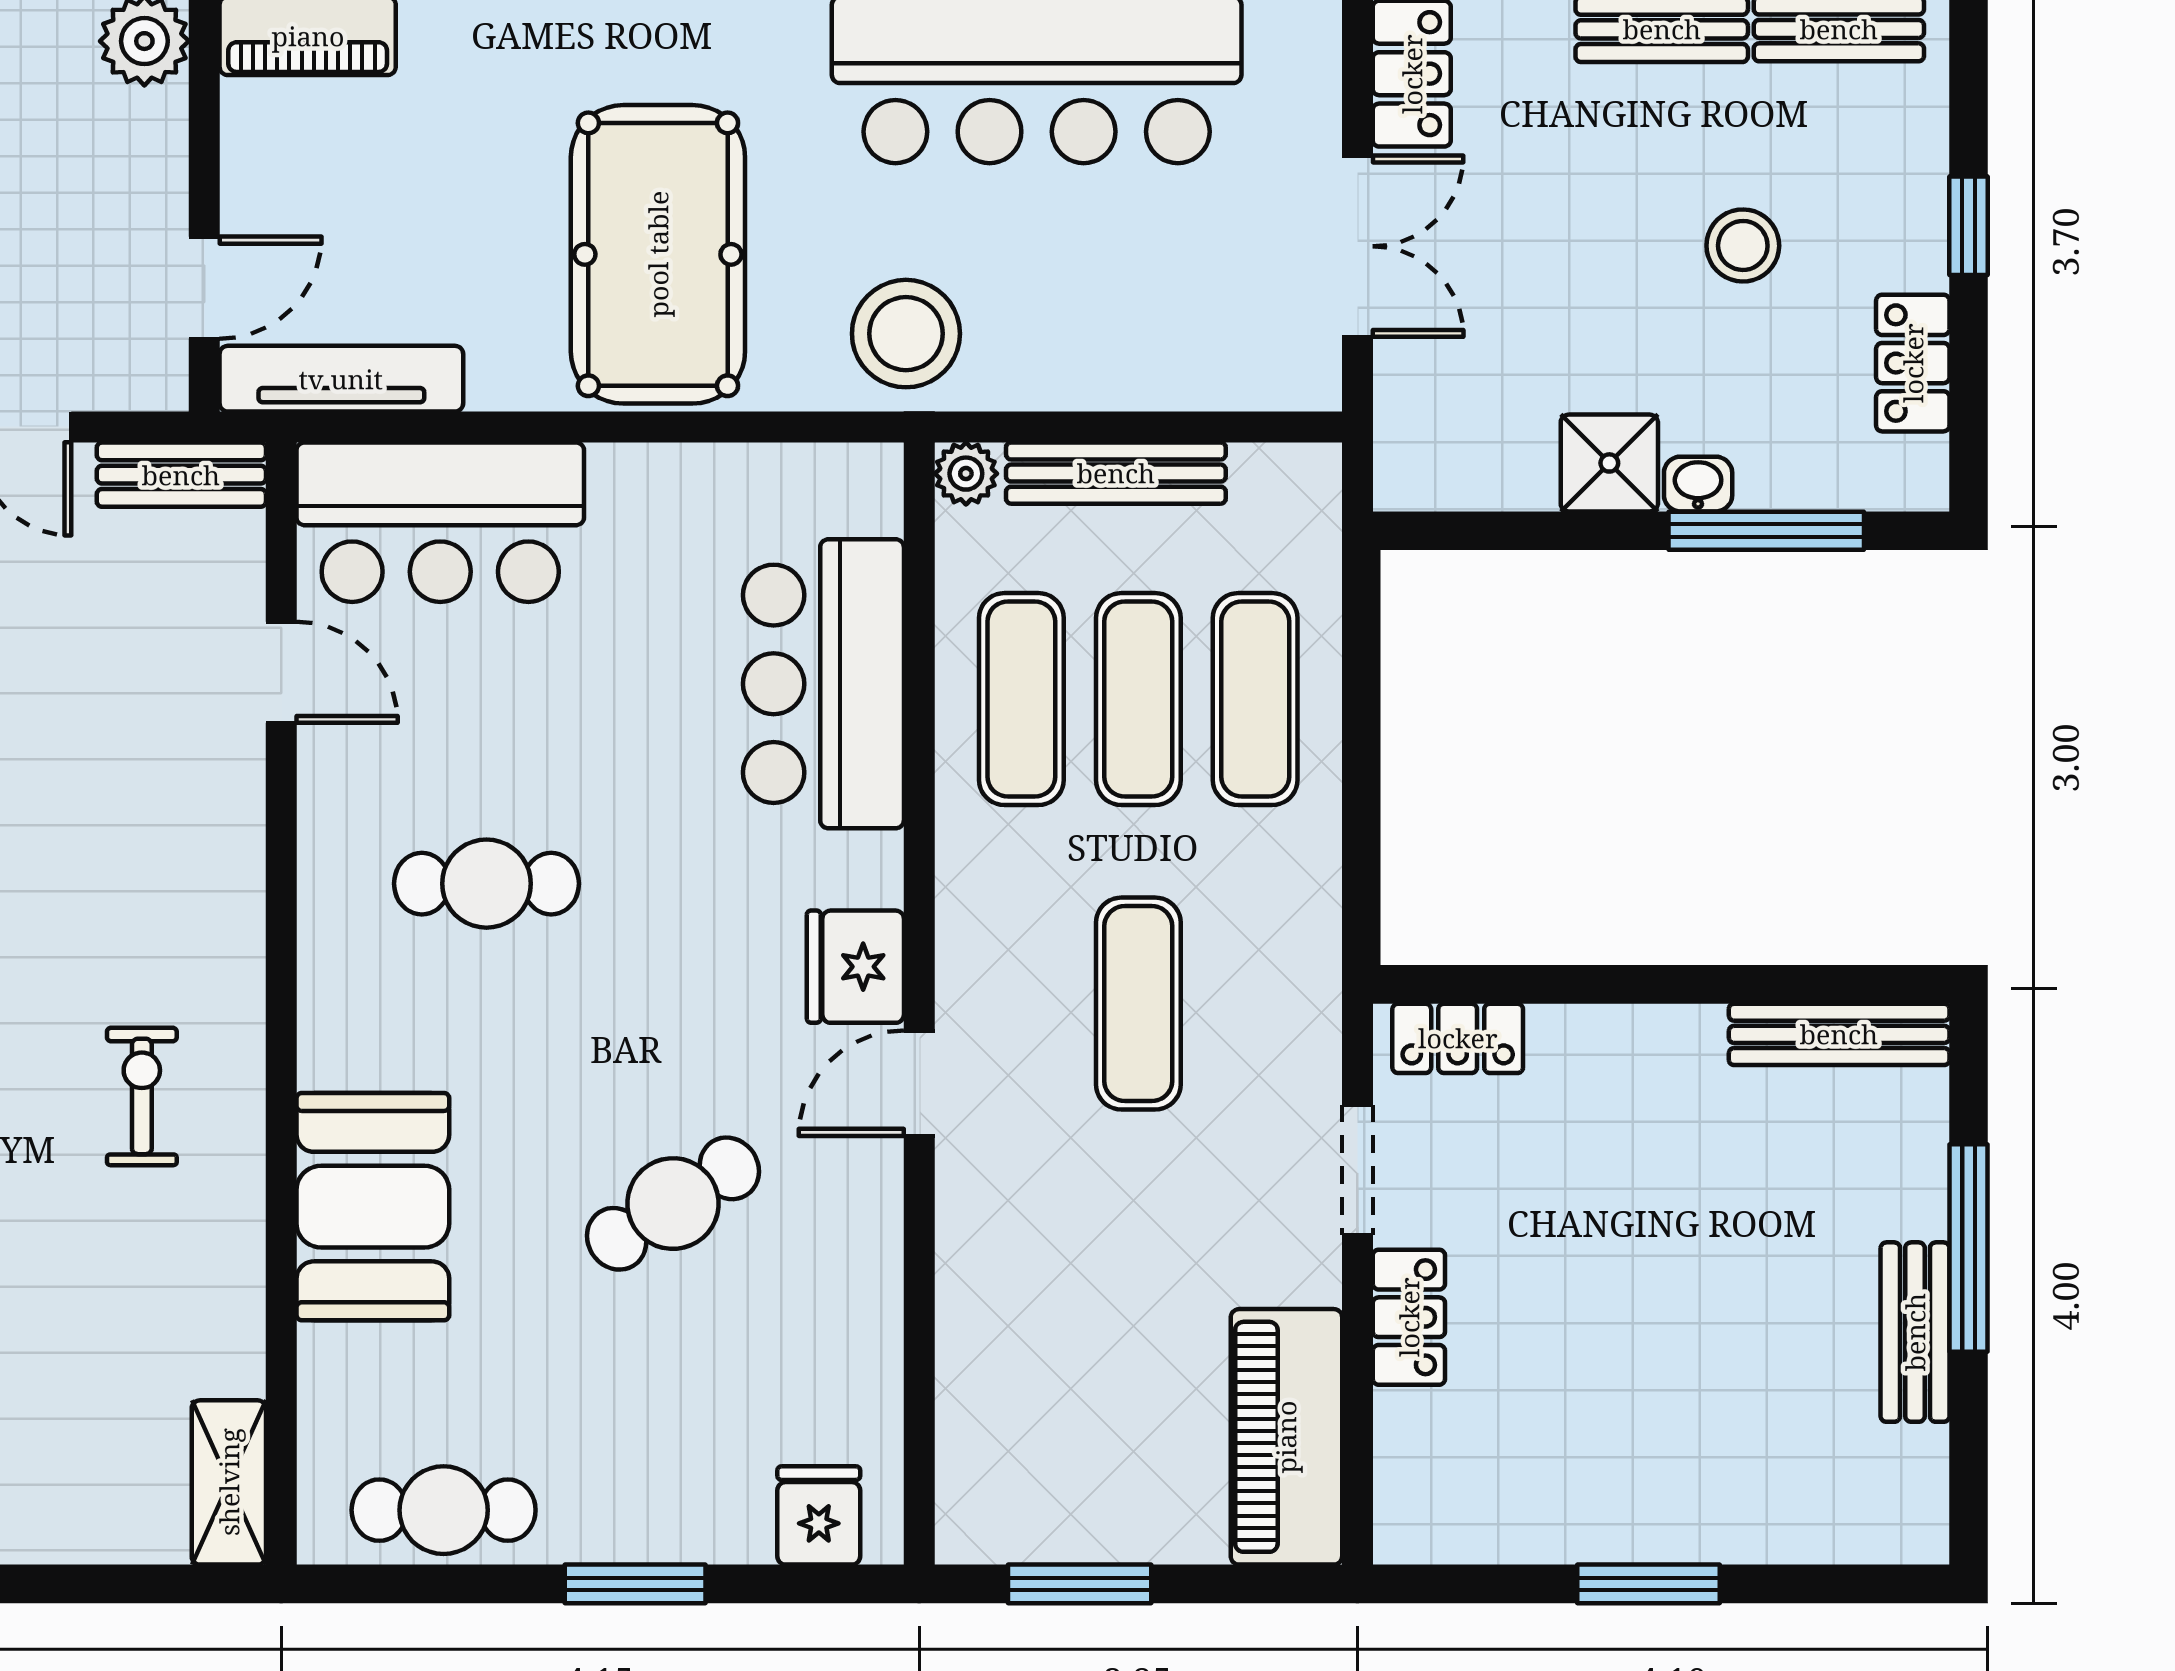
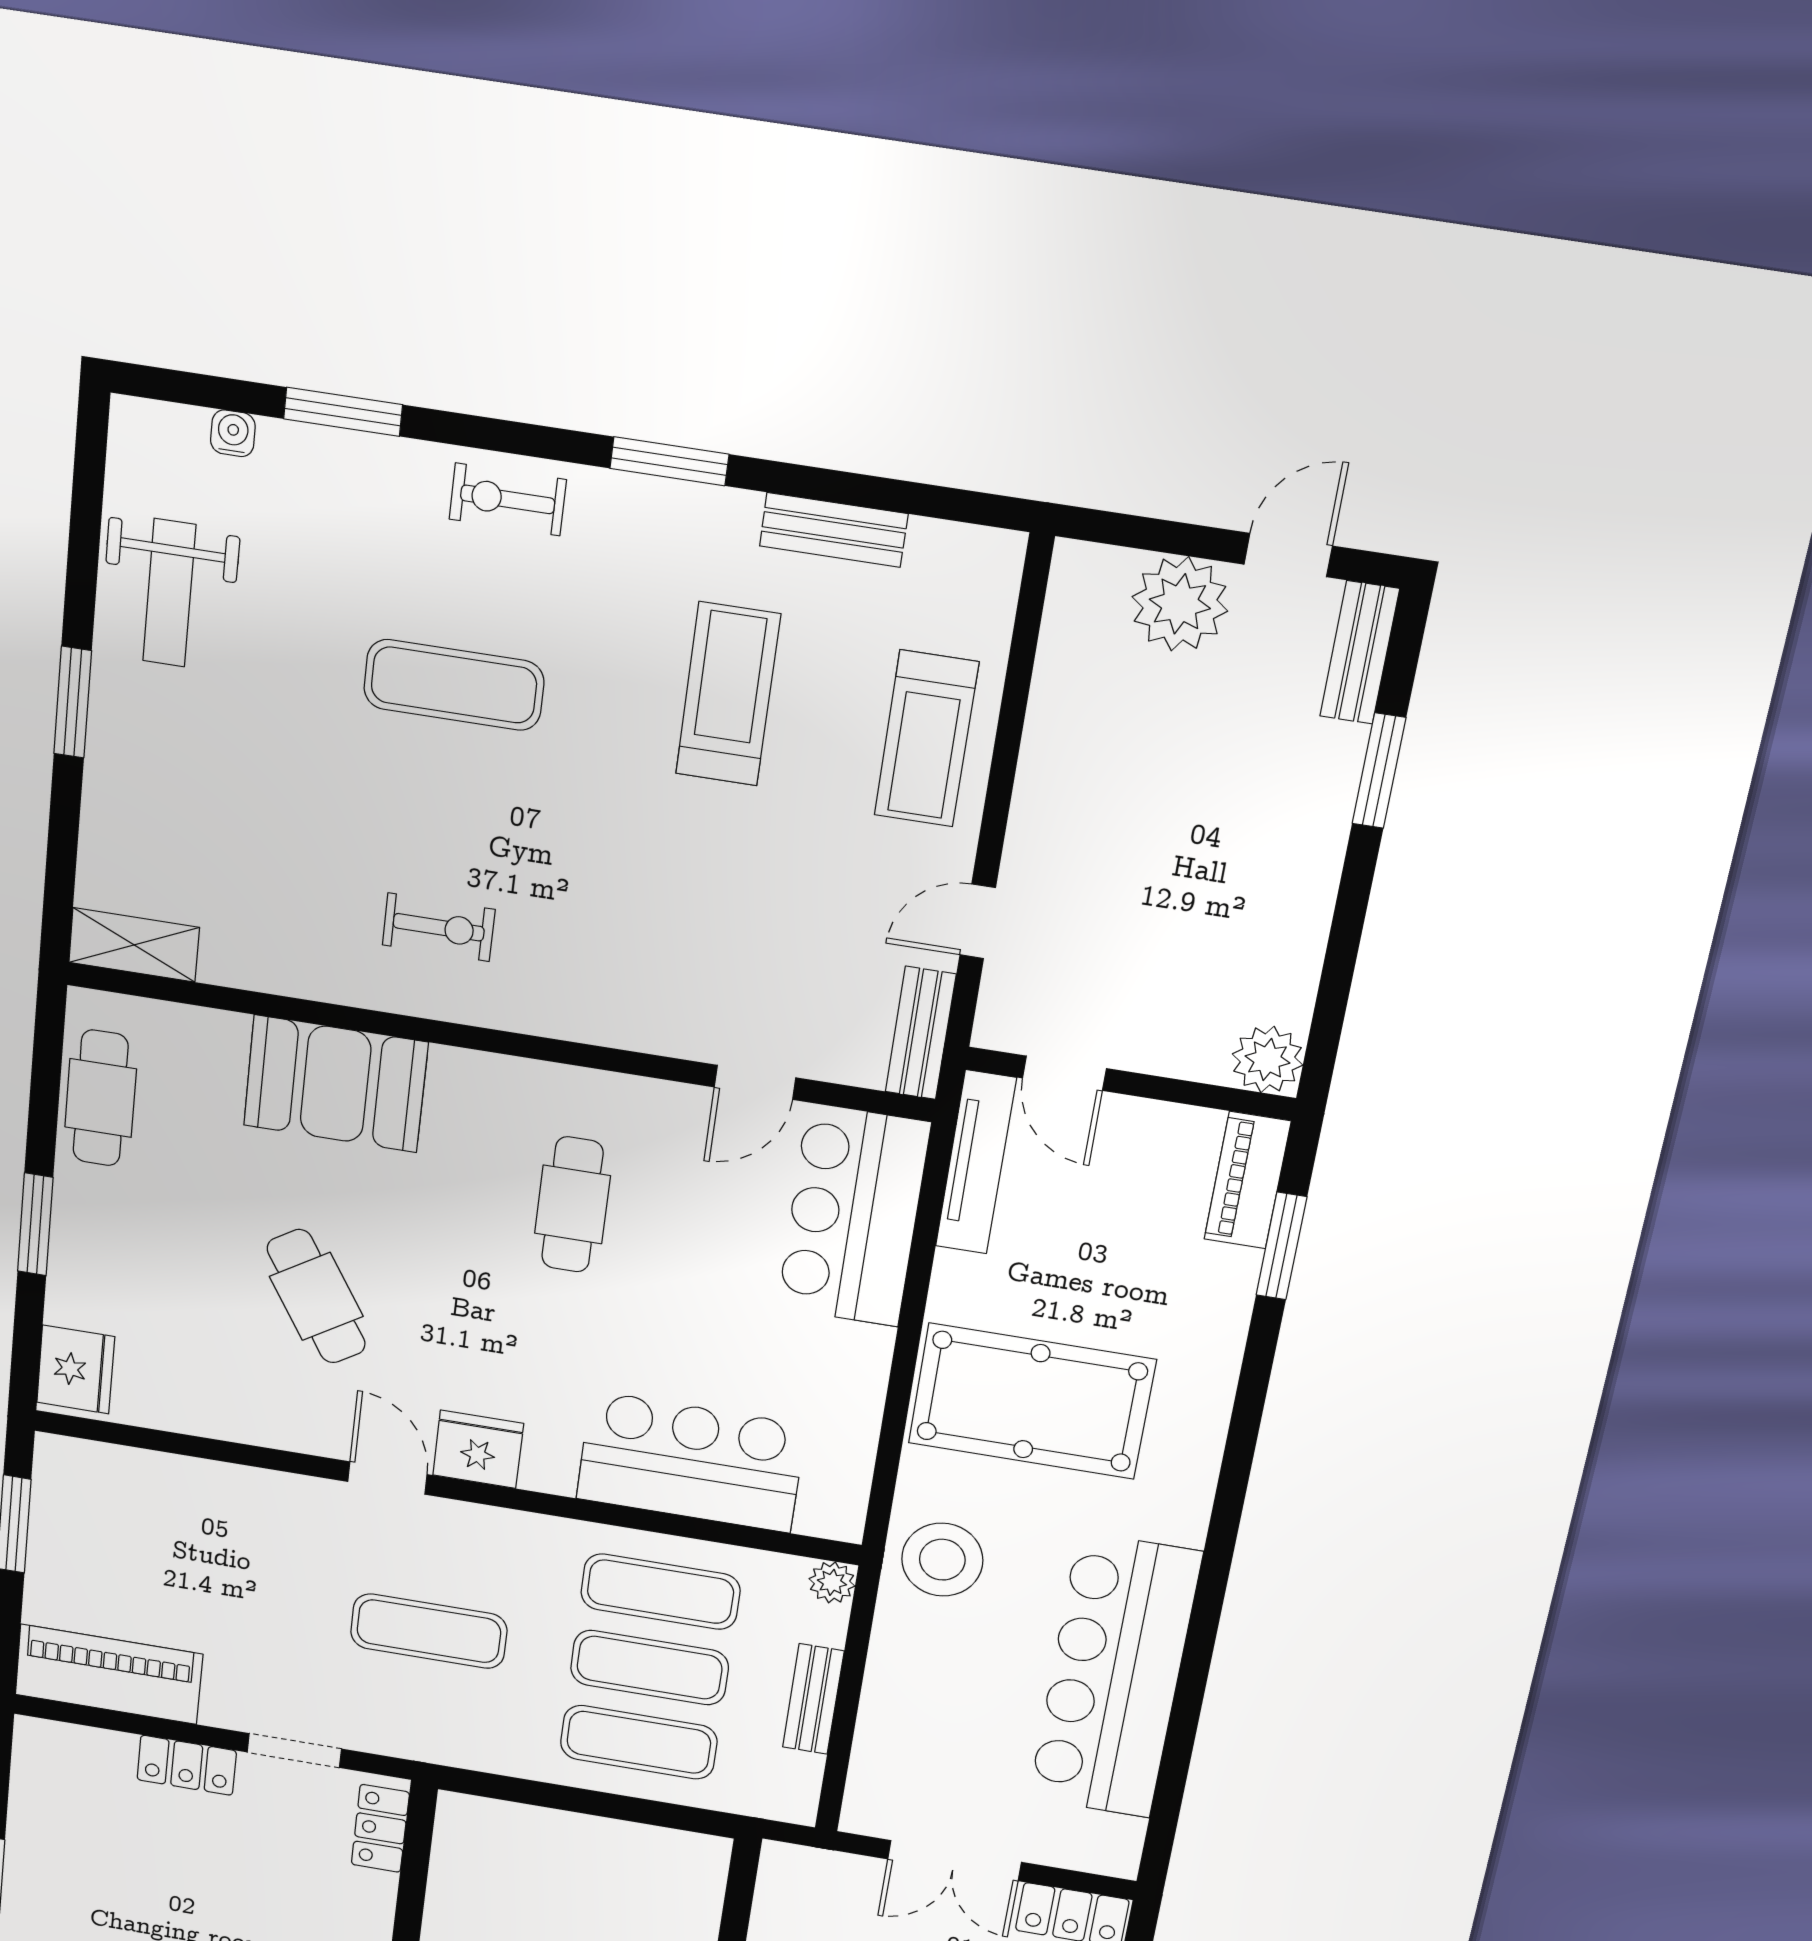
bench: (1116, 473) -> (813, 1699), width x0.73
fridge: (819, 1515) -> (76, 1370), width x1.38

